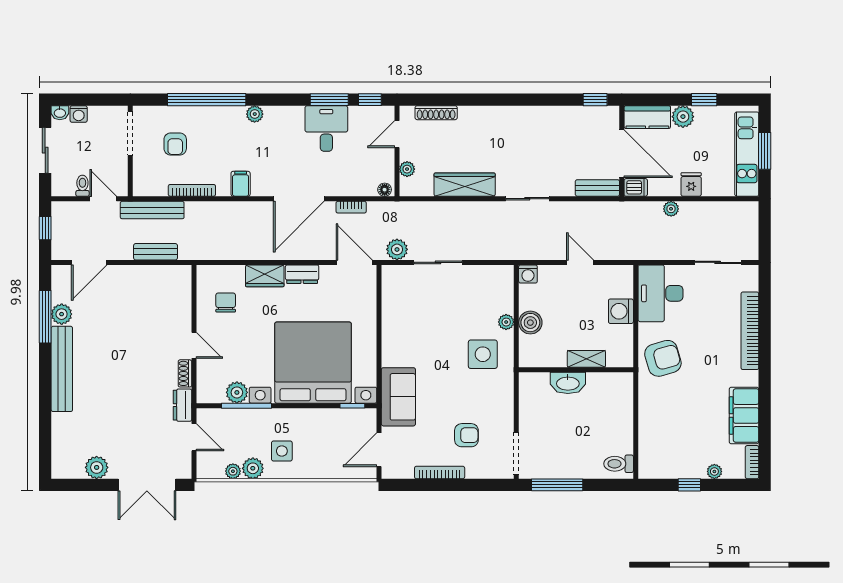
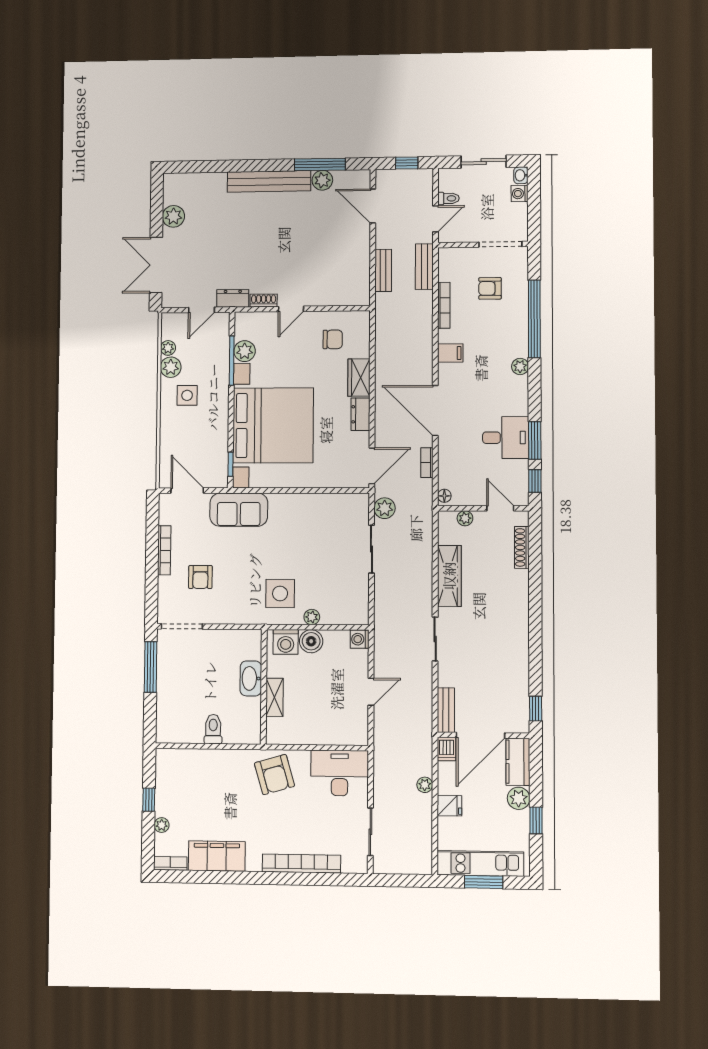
bench: (152, 210) -> (424, 267), width x0.73
washing machine: (621, 311) -> (286, 642), moved, turned 180
toilet: (619, 464) -> (213, 729), moved

